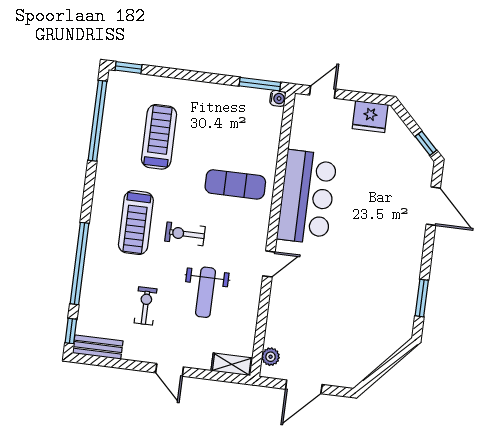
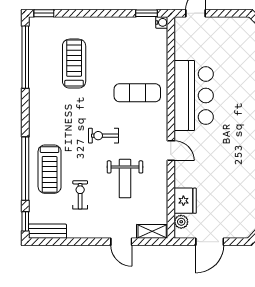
window: (260, 84) -> (147, 13), width x0.67
fridge: (370, 117) -> (185, 201), moved, turned -90
treadmill: (136, 222) -> (50, 169), moved
door: (269, 264) -> (171, 151), hinge flipped
door: (170, 370) -> (121, 242), moved

